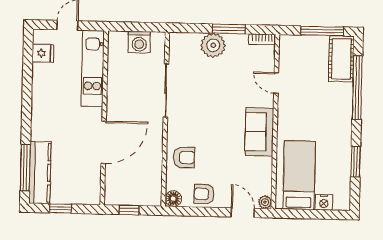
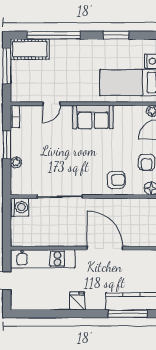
washing machine: (139, 42) -> (20, 207), moved
plant: (213, 45) -> (16, 162), width x0.53, depth x0.53
fridge: (43, 53) -> (77, 301), moved
armchair: (184, 157) -> (116, 180), turned 90

